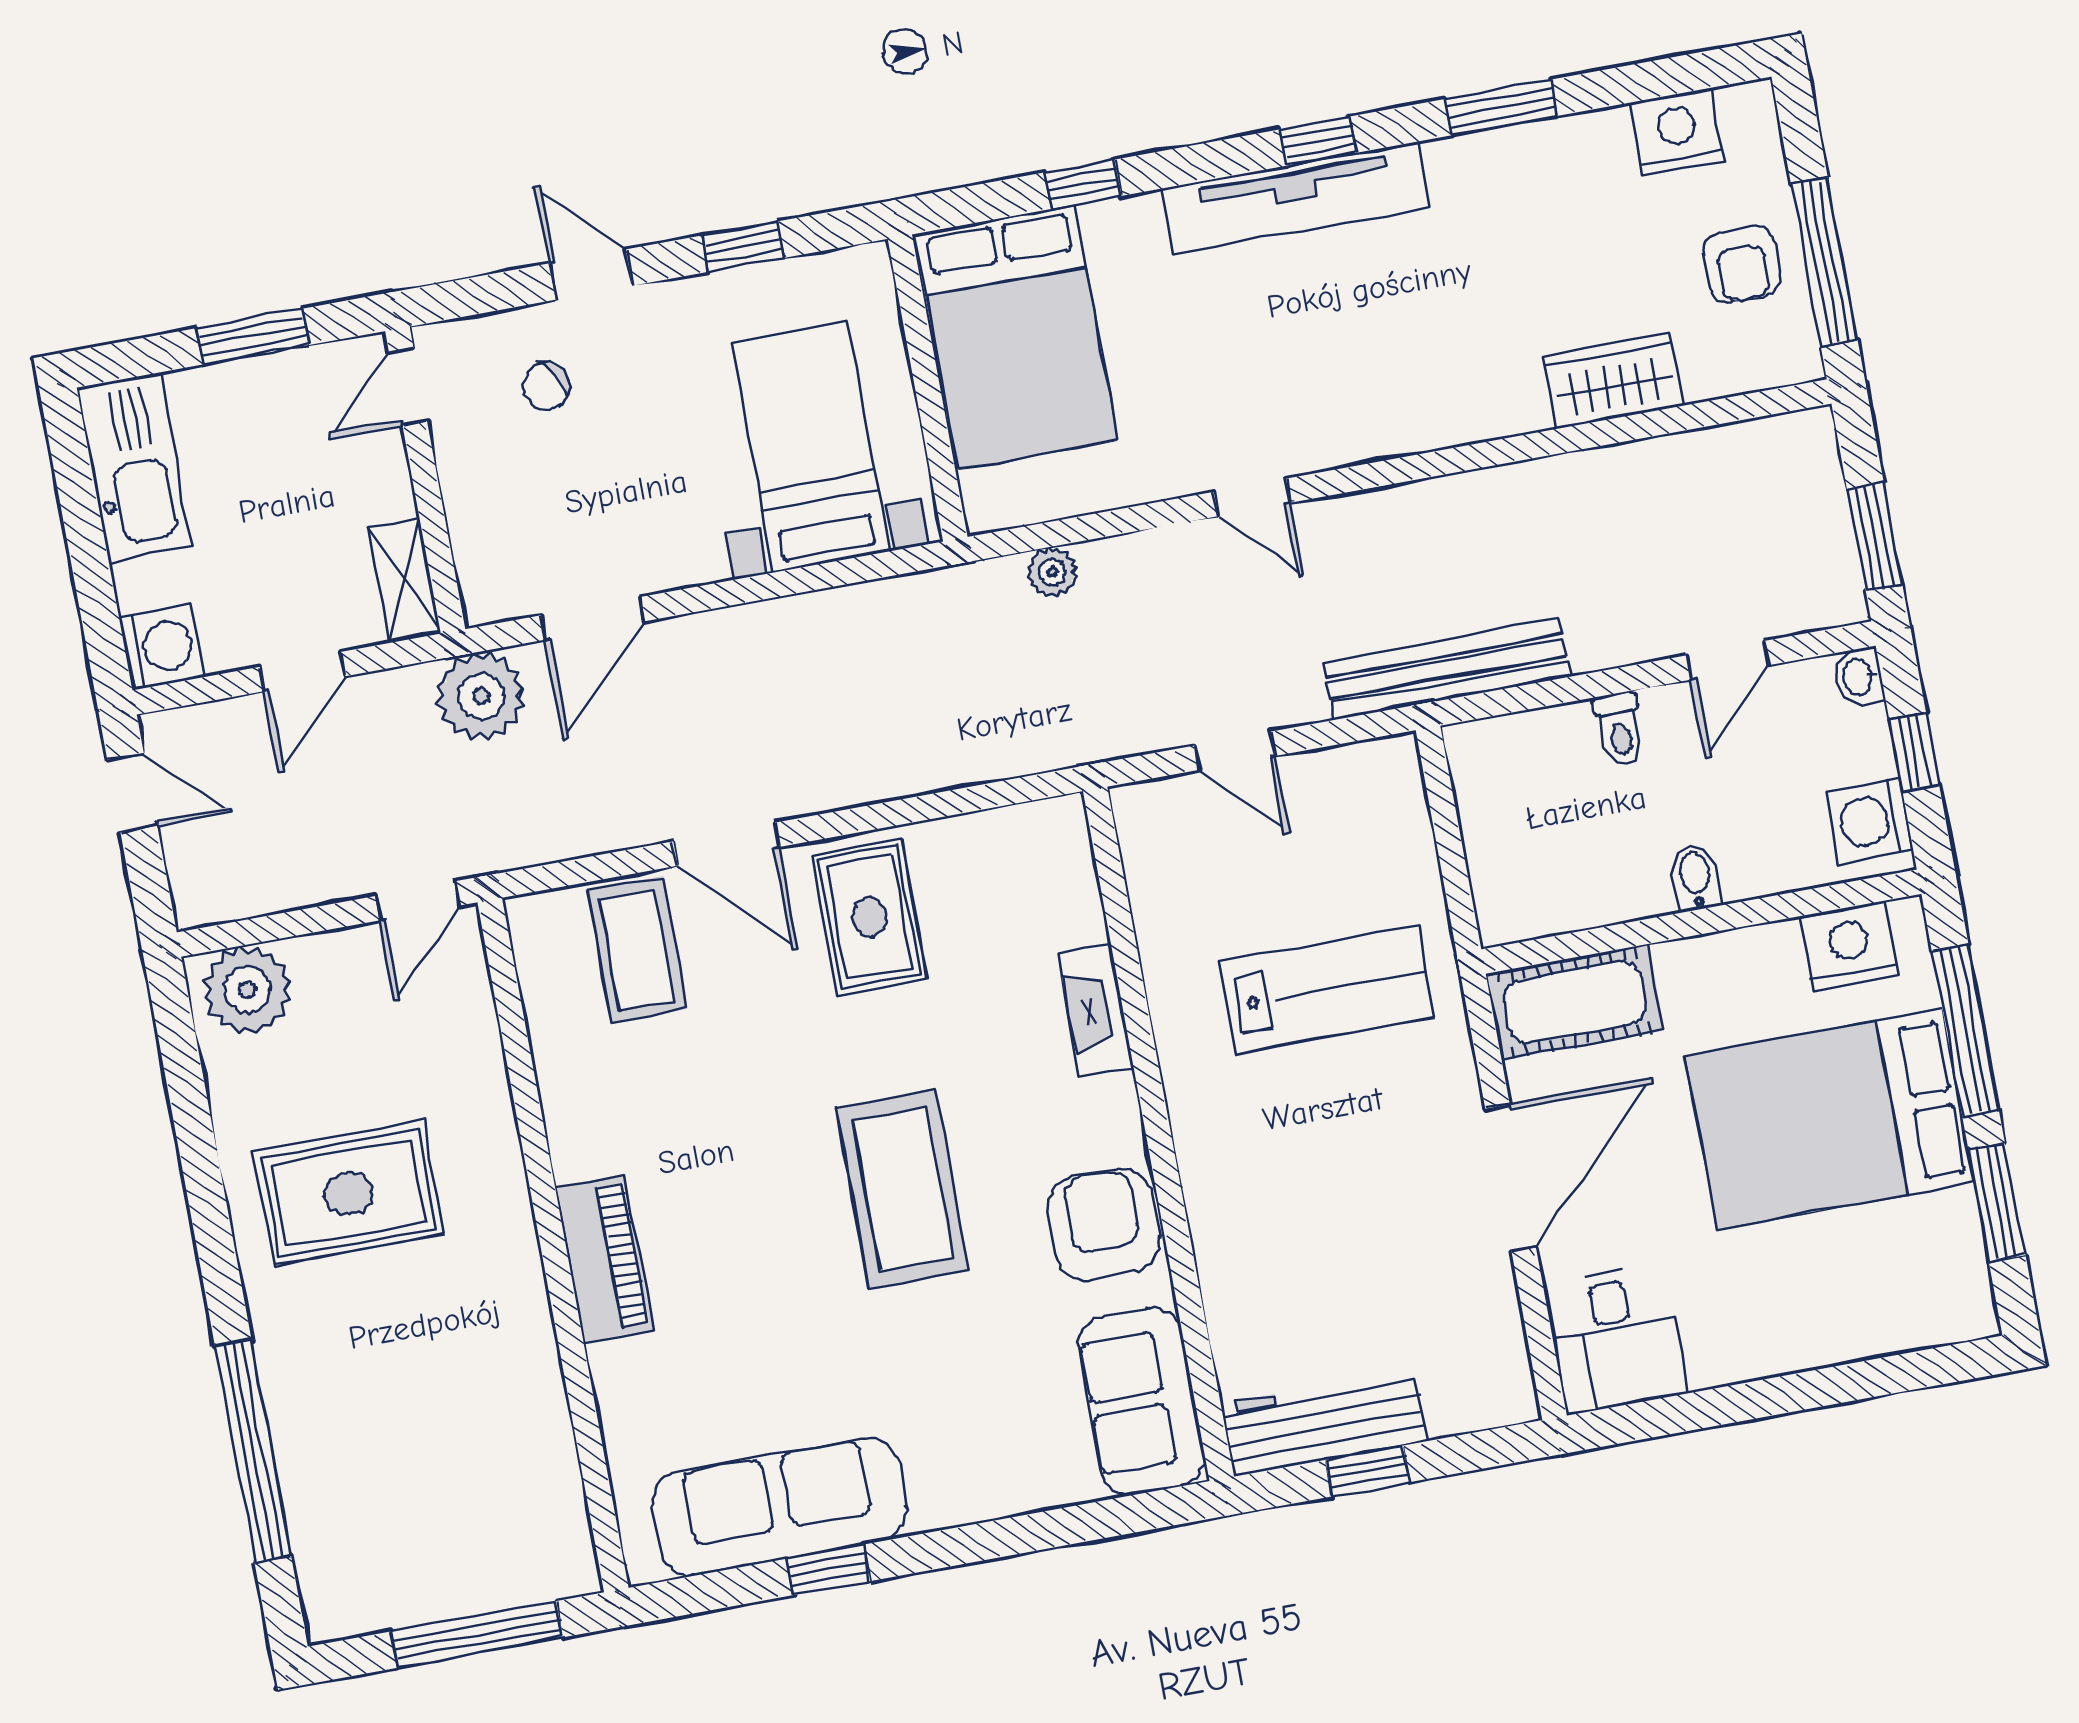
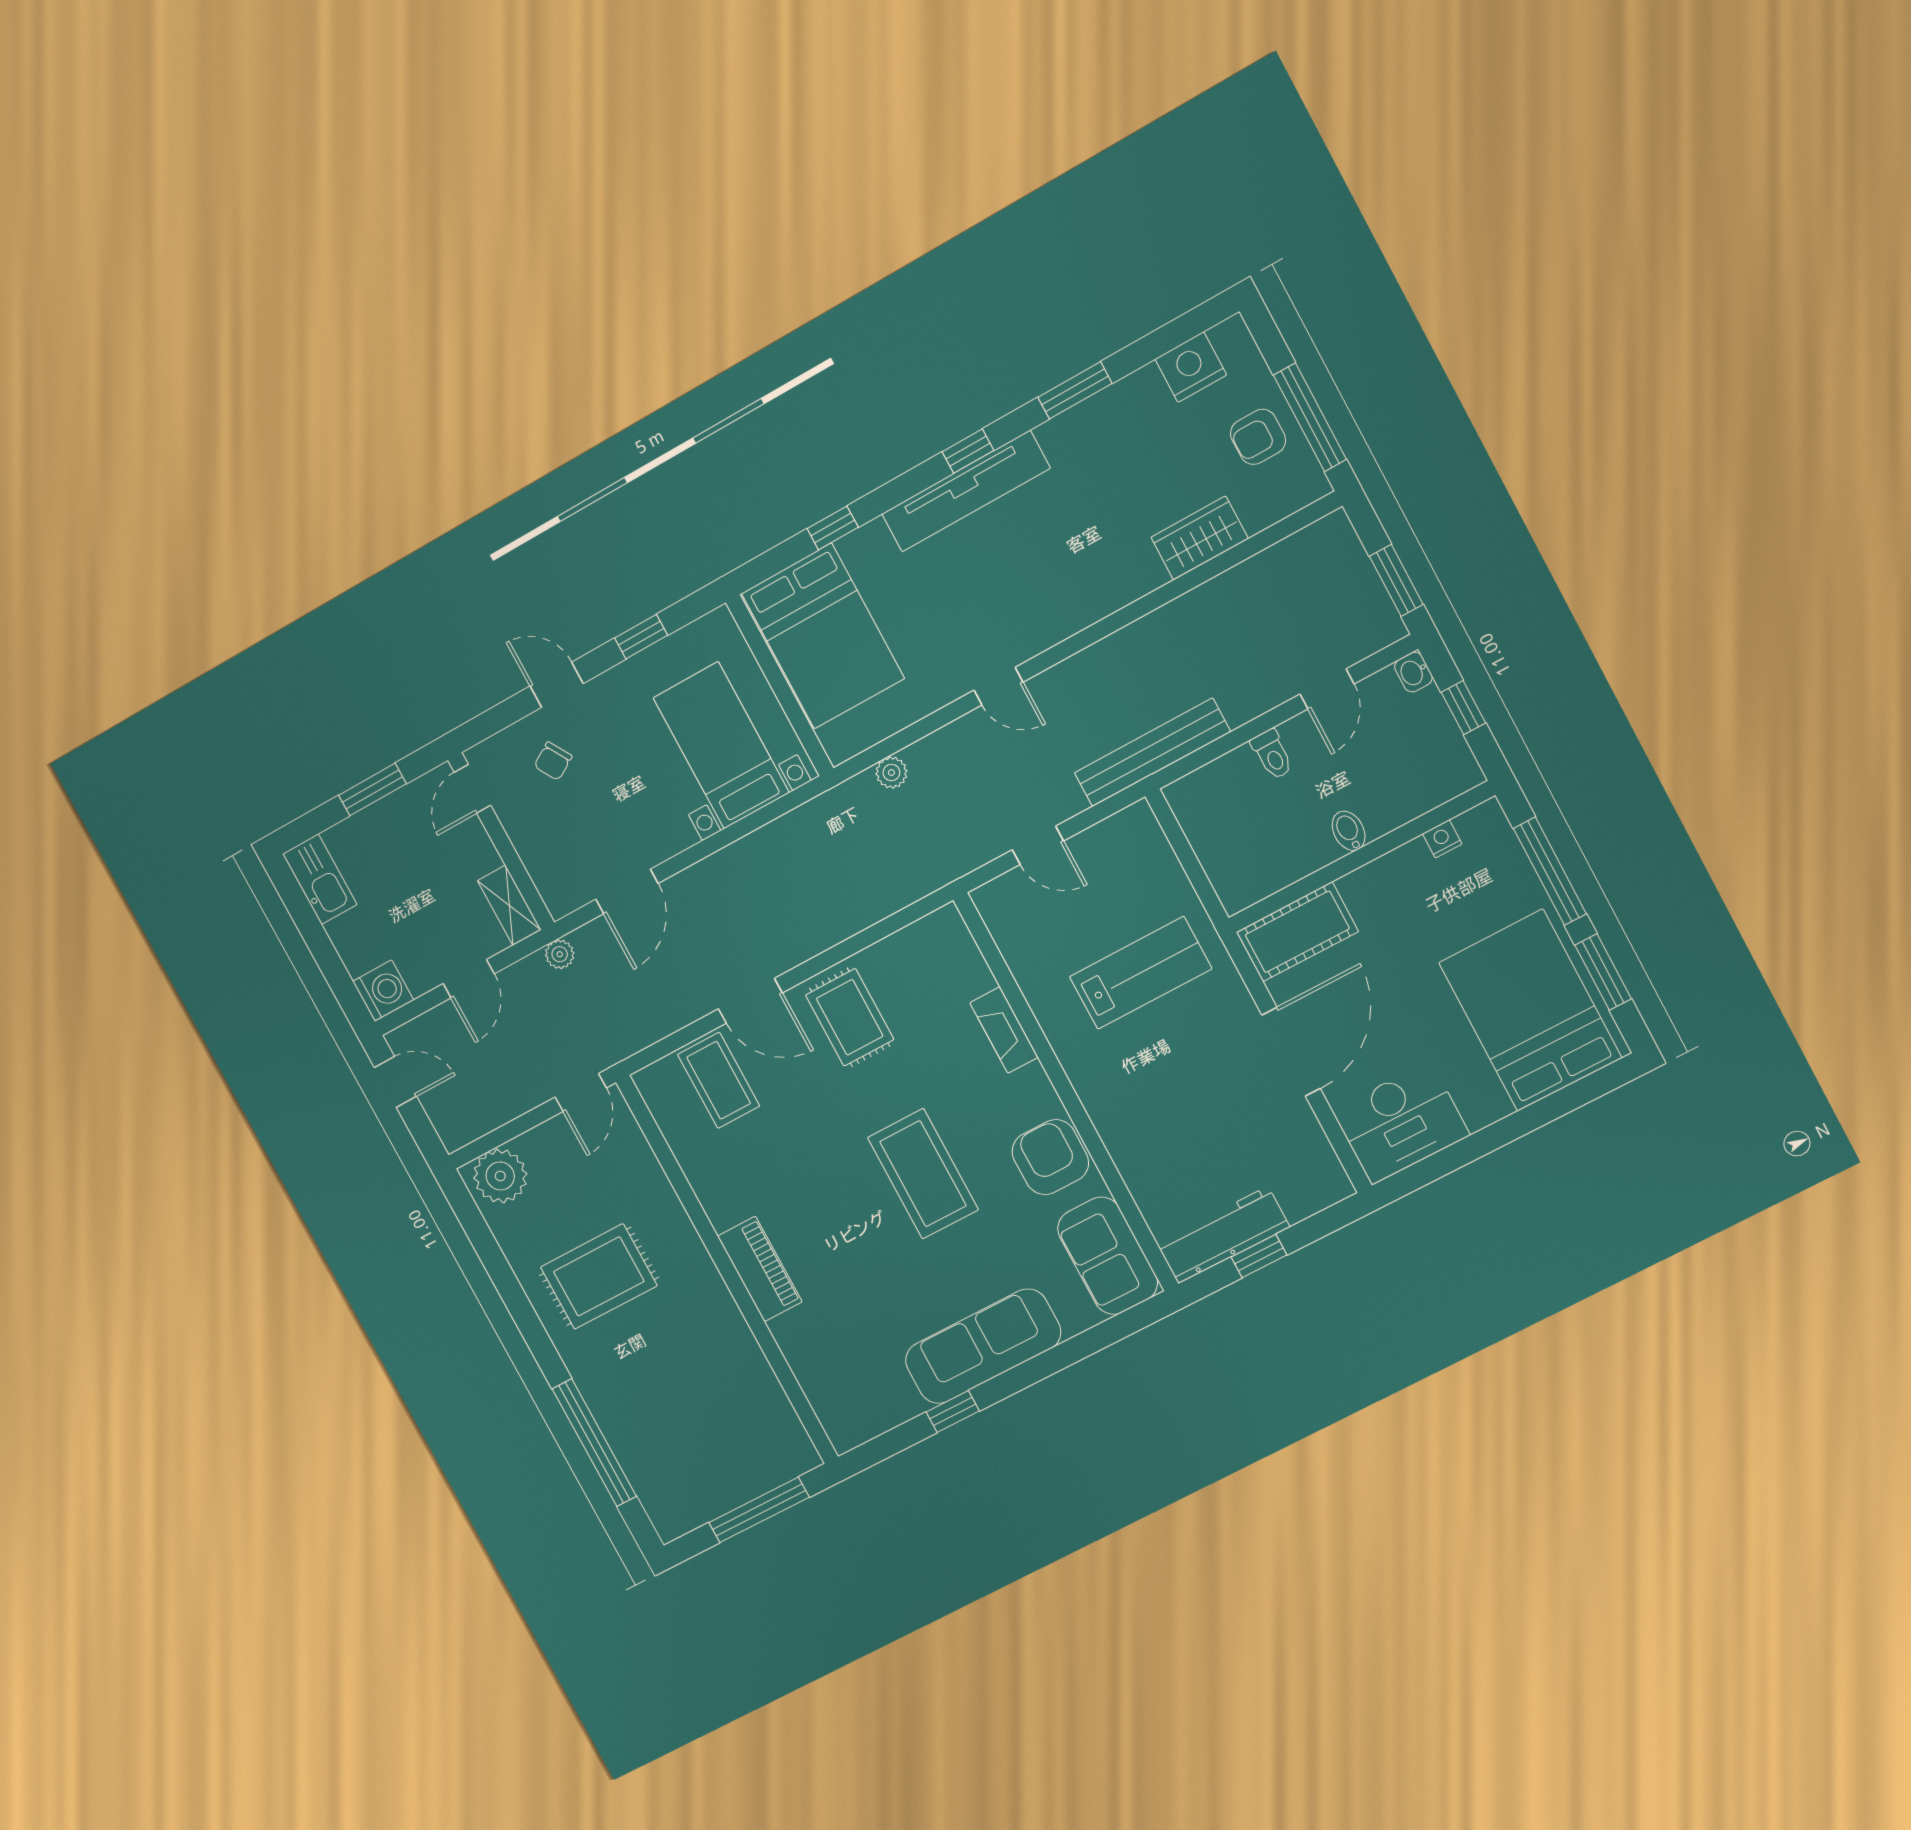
armchair: (1742, 264) -> (1258, 437), turned 90
kitchen sink: (134, 467) -> (320, 879), width x0.73, depth x0.81
plant: (481, 696) -> (560, 954), width x0.53, depth x0.53
washing machine: (1870, 821) -> (1449, 760), removed
nightstand: (1849, 946) -> (1442, 839), width x0.53, depth x0.56
bed: (1830, 1119) -> (1530, 1010), moved, turned 90
desk: (1616, 1339) -> (1401, 1123), width x1.37
sofa: (779, 1506) -> (983, 1346), moved

